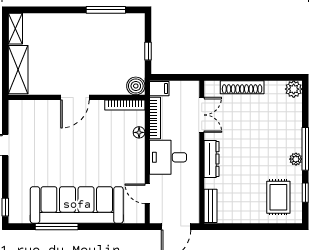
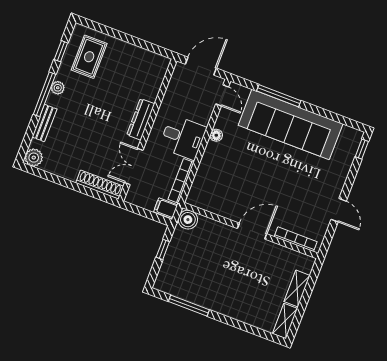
shelving: (18, 70) -> (297, 289), width x0.67, depth x0.75
shoe rack: (242, 87) -> (100, 185), moved
bookcase: (125, 105) -> (296, 239), moved
floor lamp: (139, 132) -> (216, 135), moved
door: (147, 194) -> (222, 95), moved
bench: (211, 206) -> (44, 123), moved
window: (57, 227) -> (279, 96), moved

